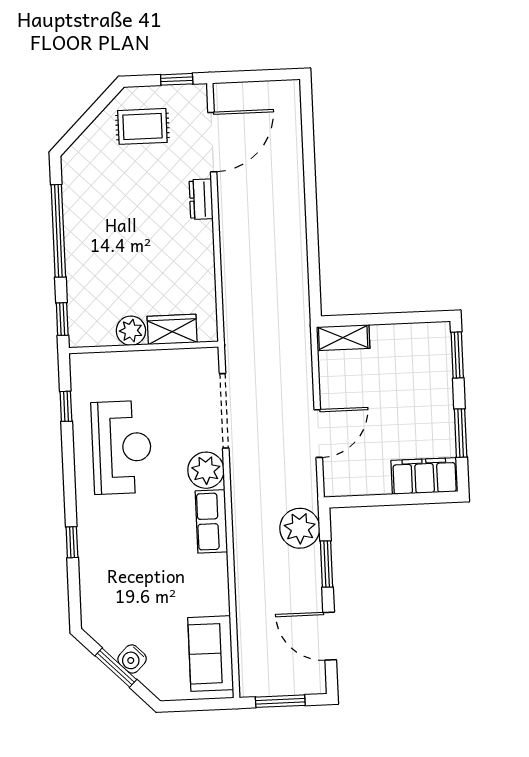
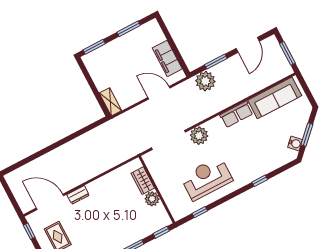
filing cabinet: (424, 476) -> (167, 58), moved
row of seats: (211, 521) -> (236, 114), moved
sofa: (211, 654) -> (275, 98), width x1.36
water cooler: (132, 659) -> (295, 143), moved

